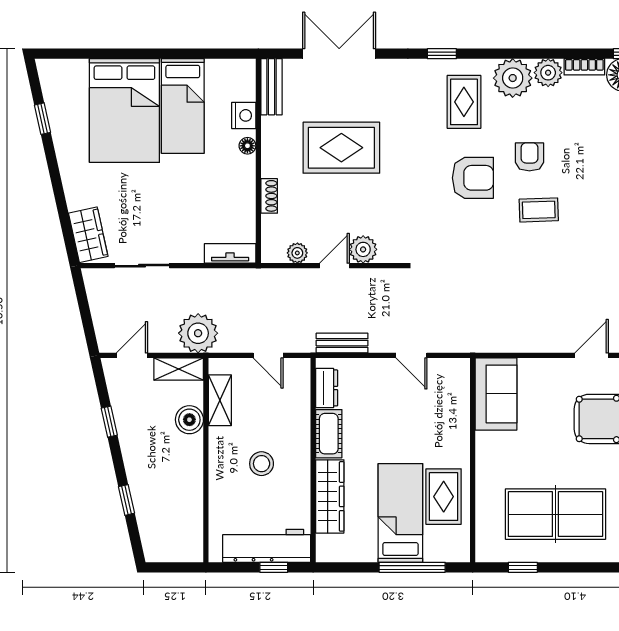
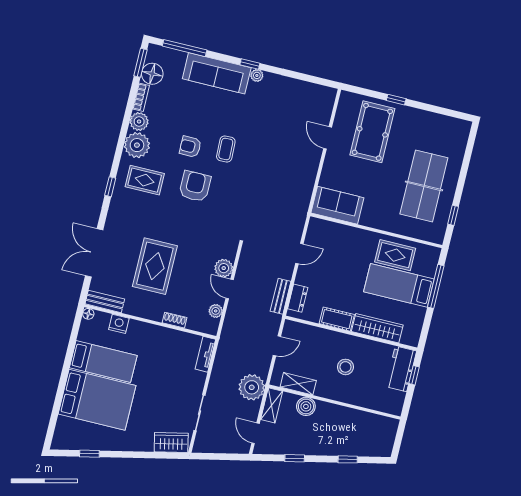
floor lamp: (247, 146) -> (88, 314), moved
dresser: (327, 388) -> (298, 298), moved, turned 90
workbench: (267, 546) -> (401, 369), width x0.73

